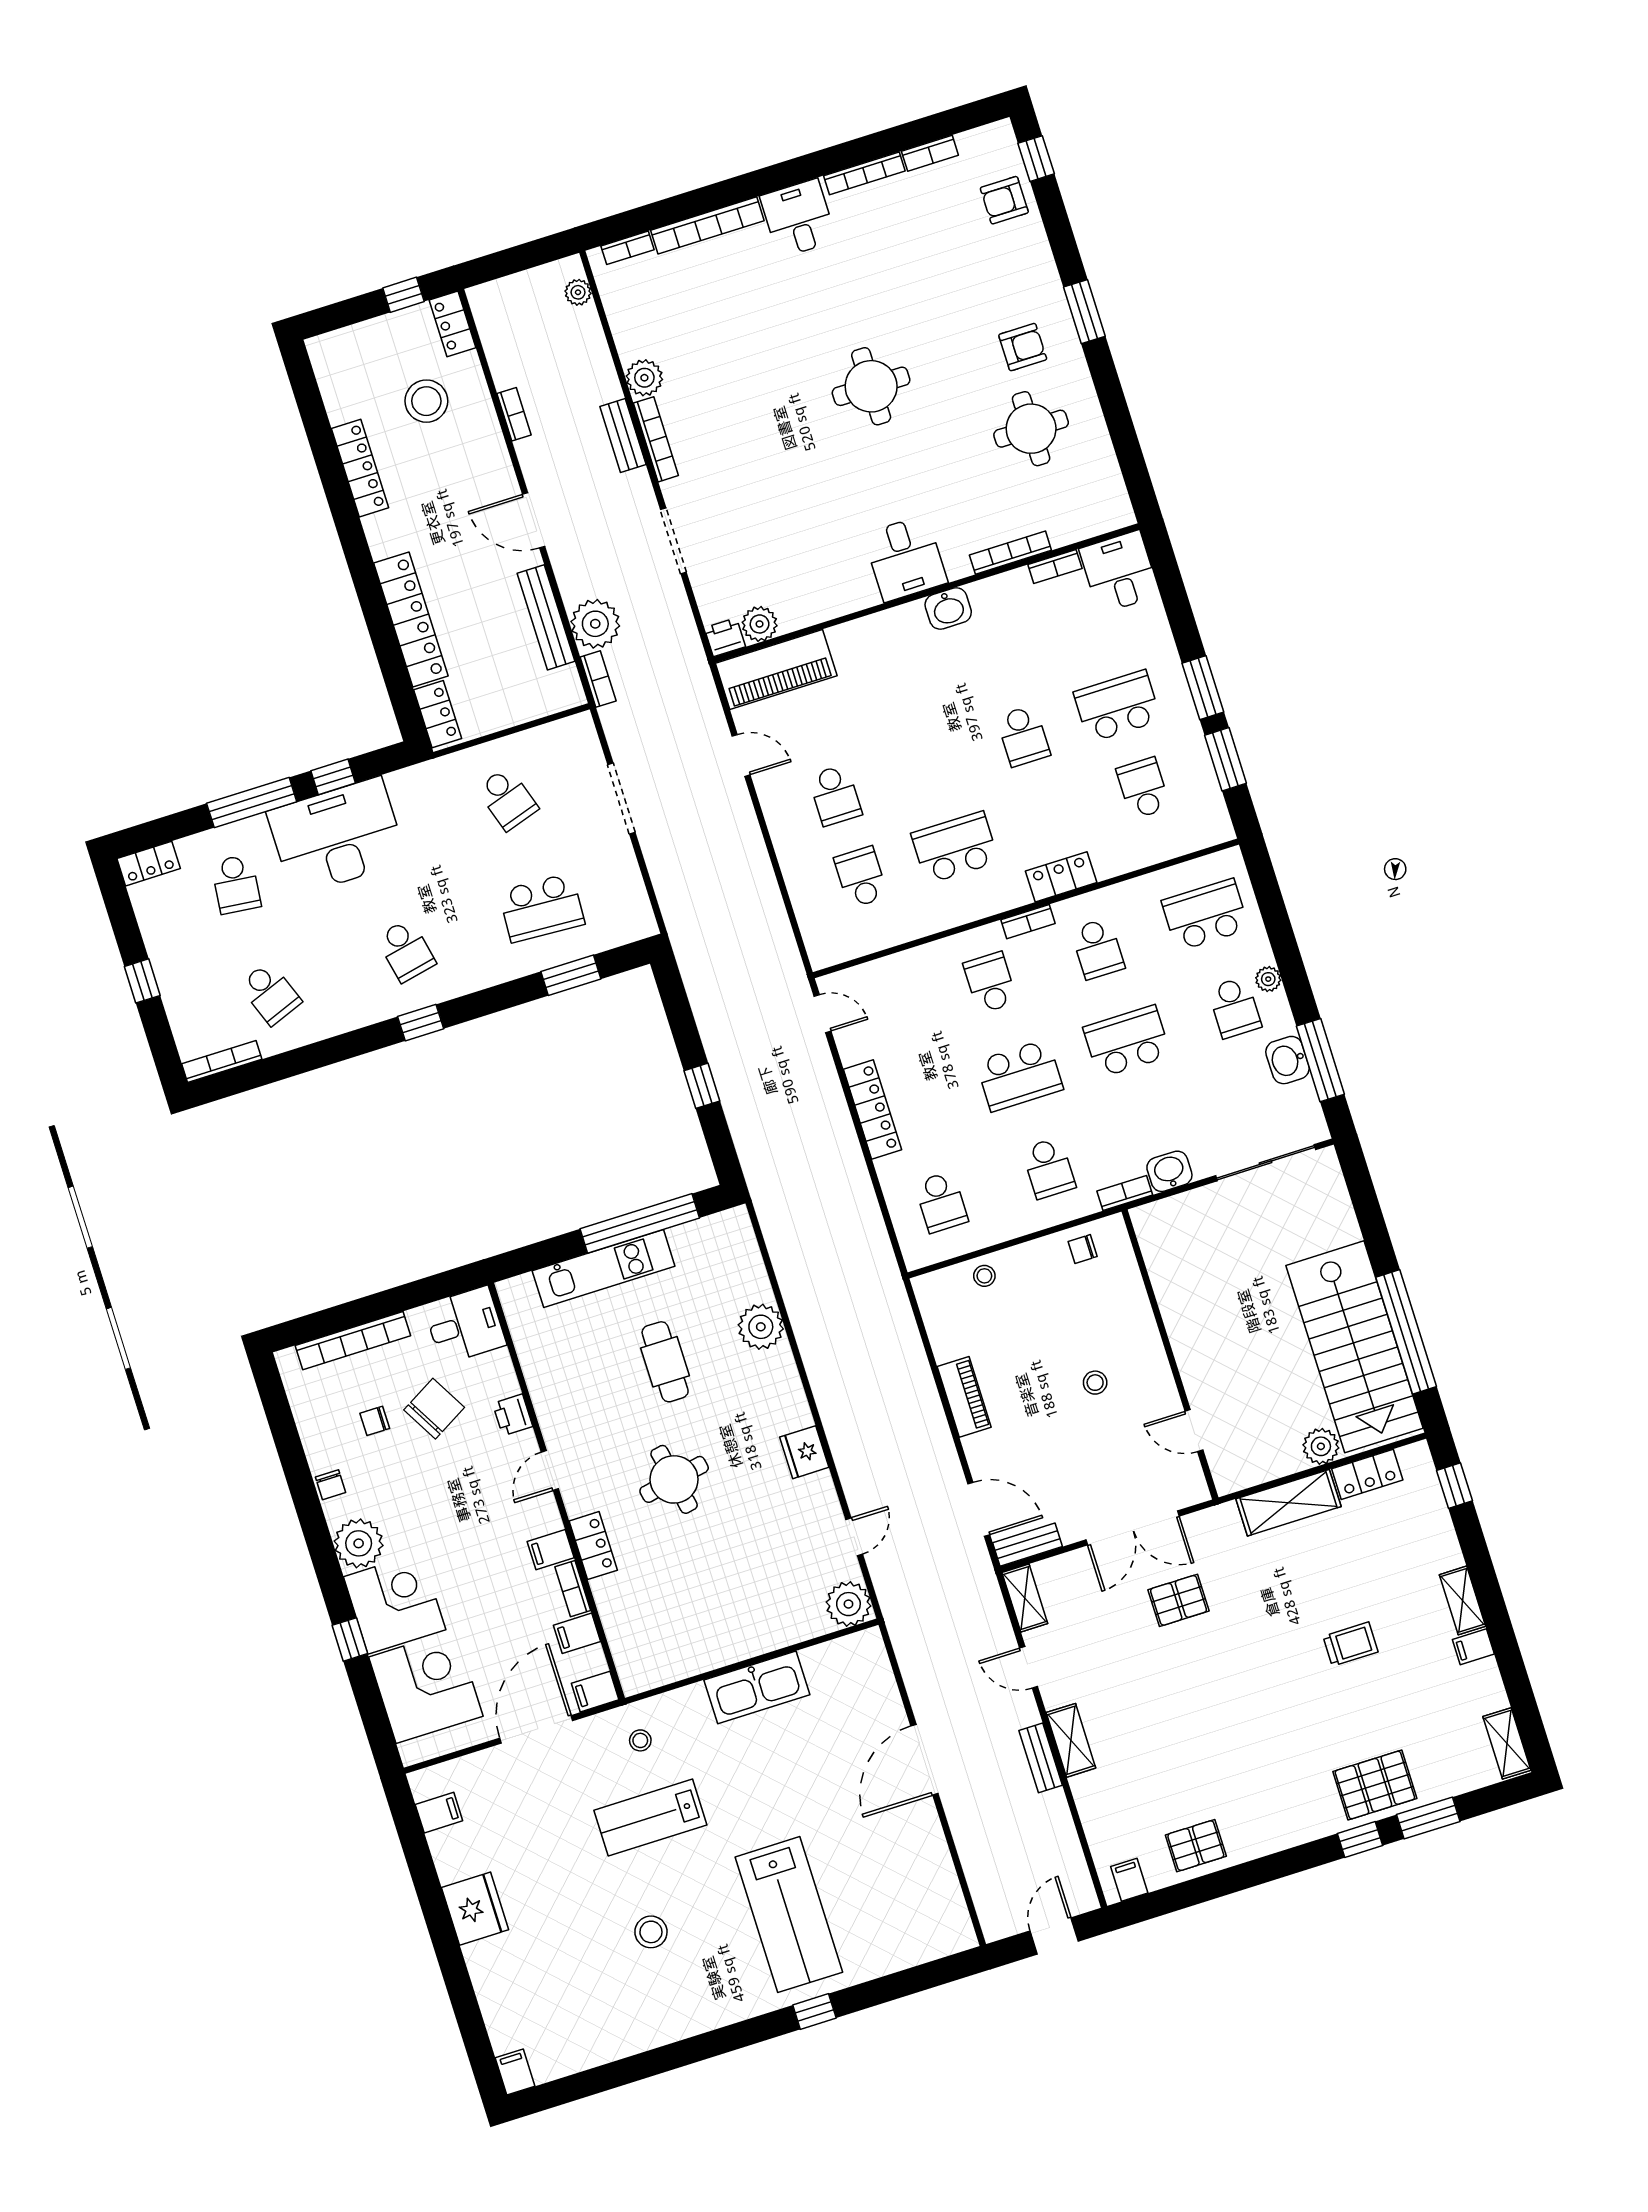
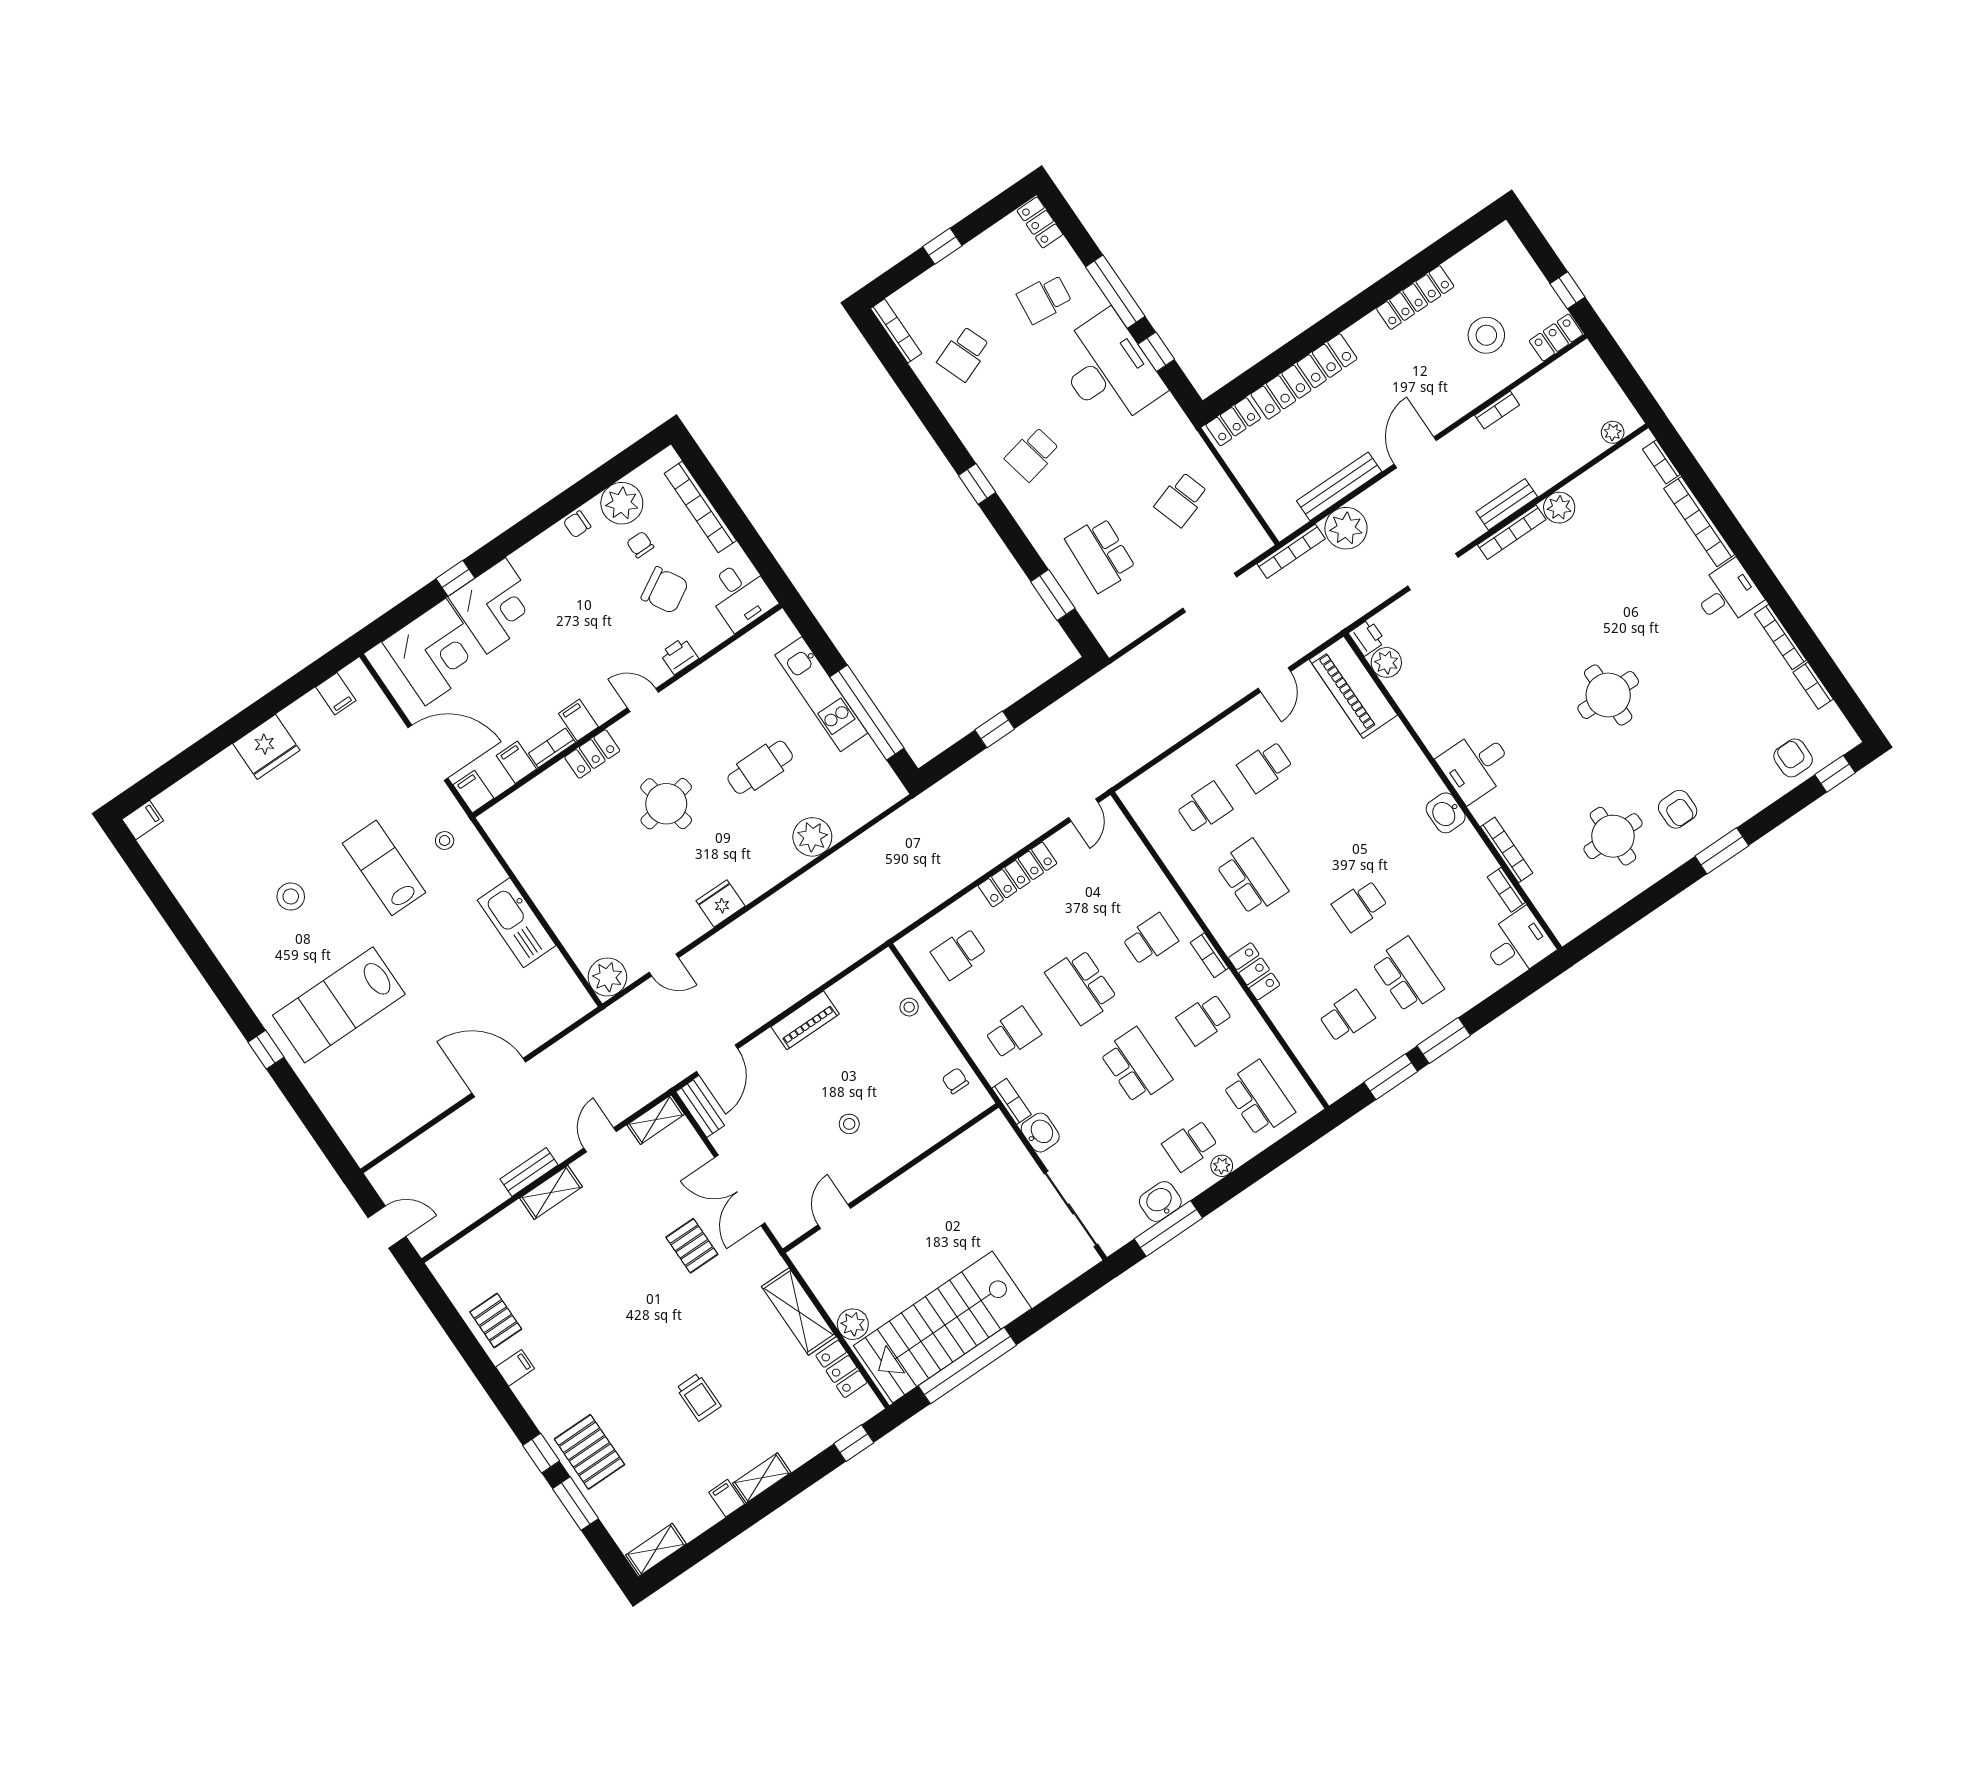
bookcase: (598, 679) -> (1291, 551), width x1.56
school desk: (1049, 1168) -> (1013, 1033), turned 180
plant: (359, 1543) -> (622, 503), moved
filing cabinet: (1129, 1880) -> (515, 1368), moved

